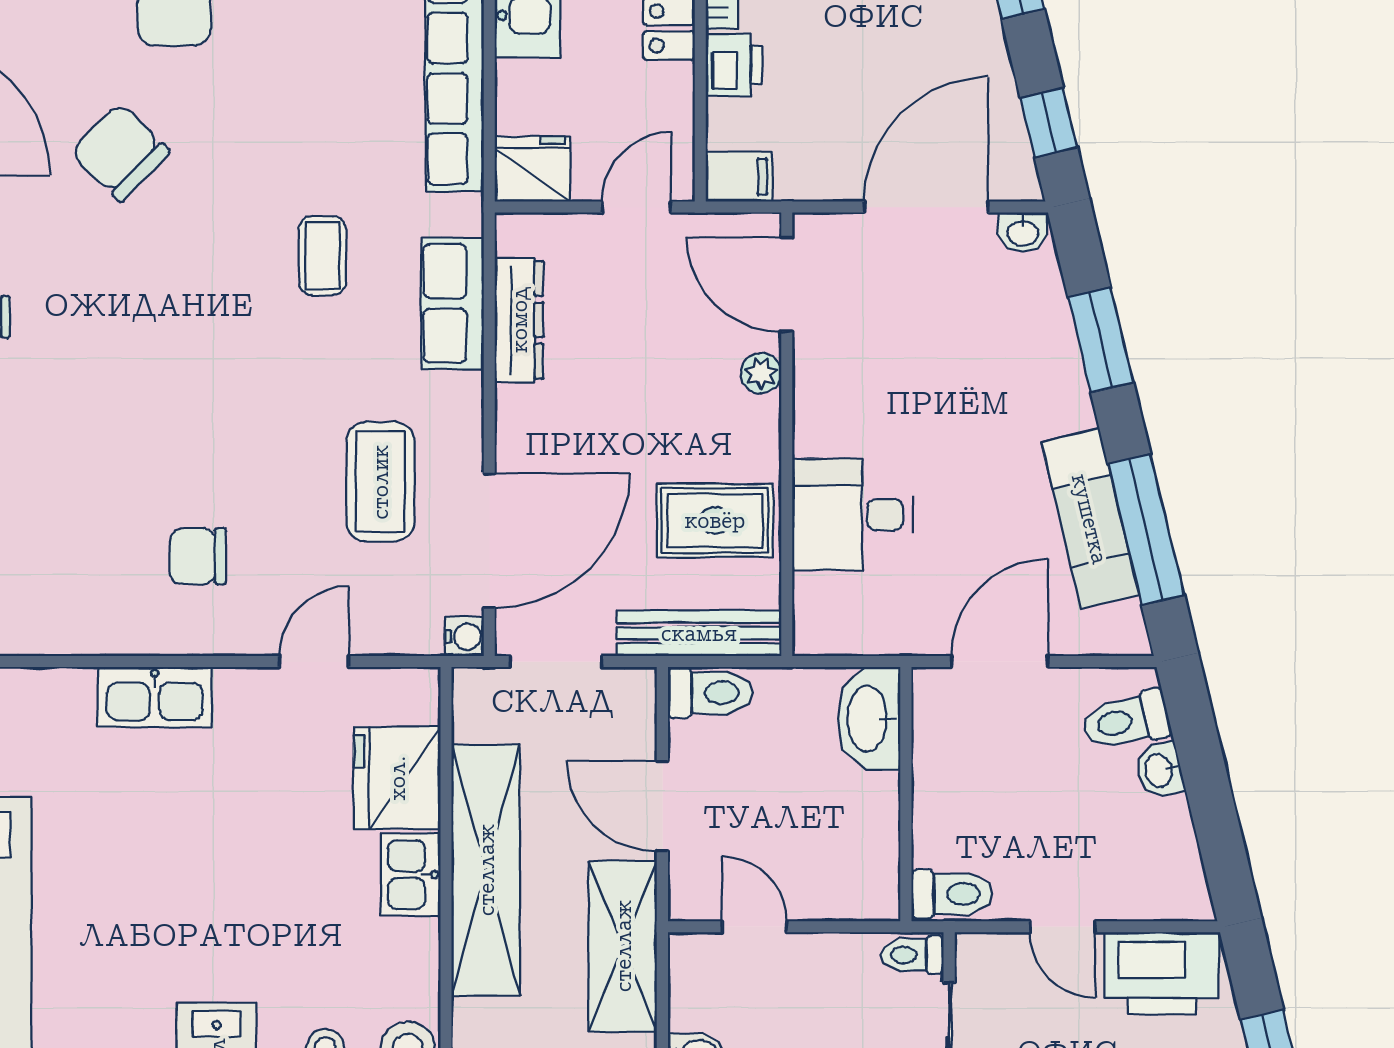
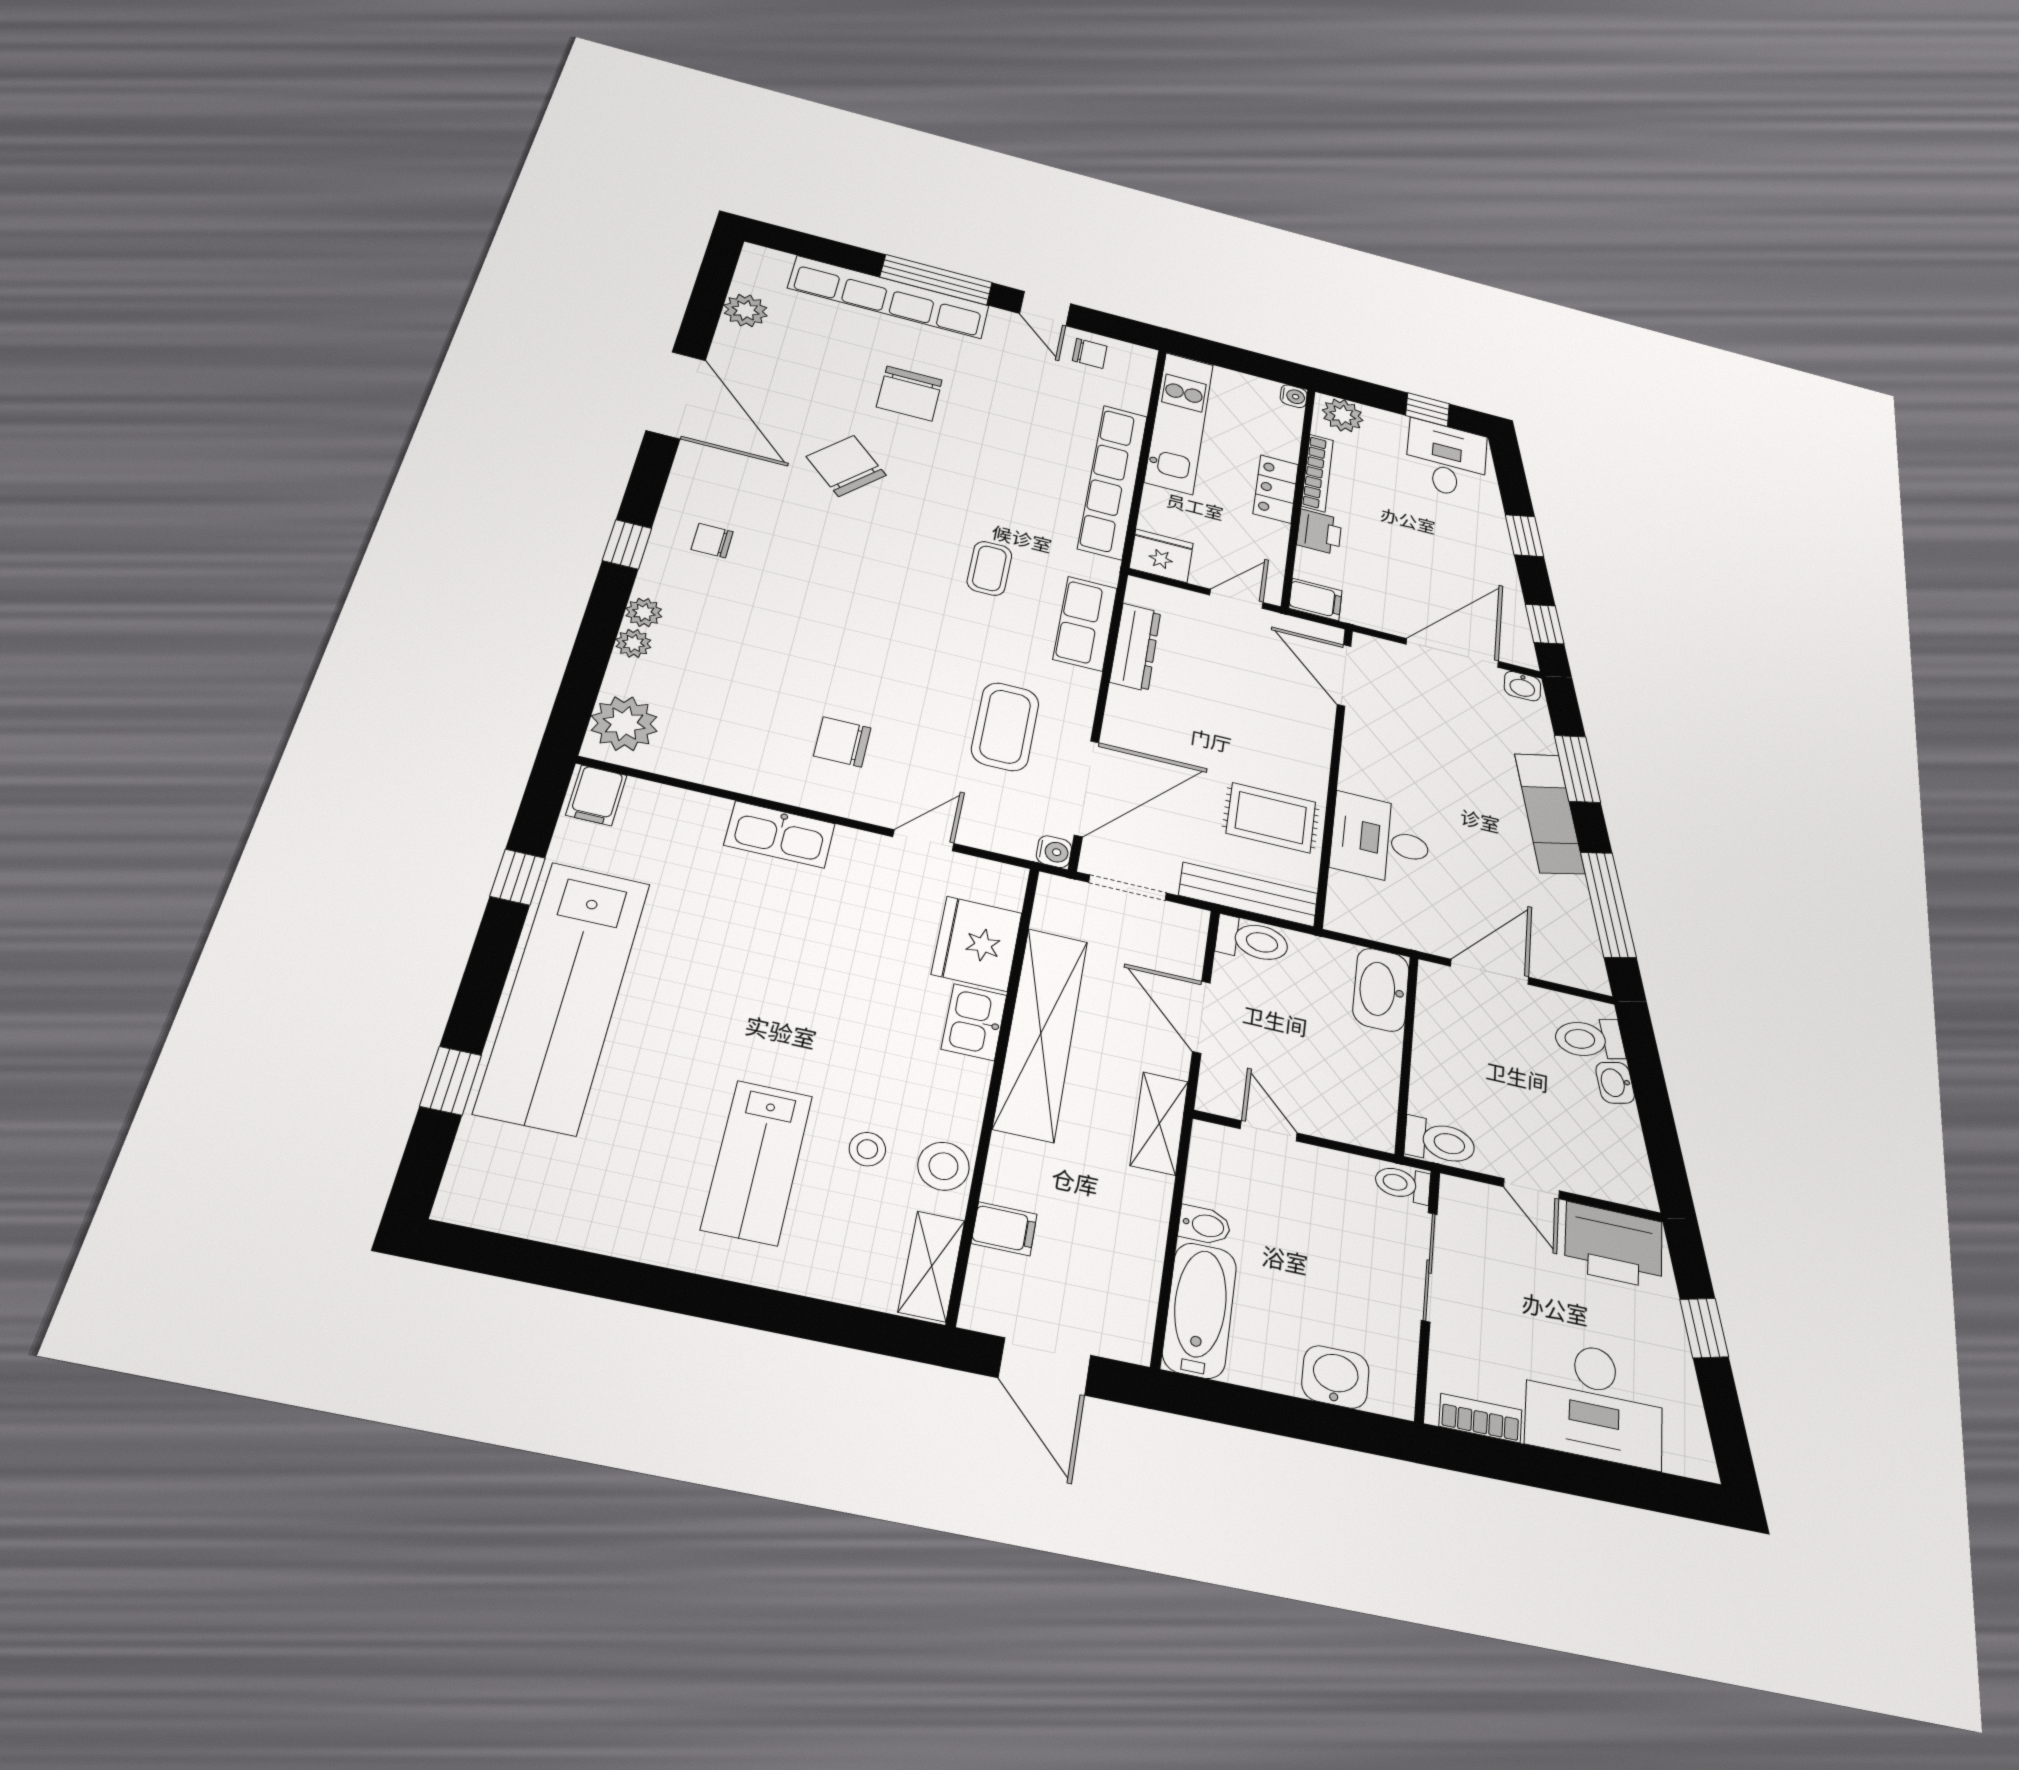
plant: (761, 373) -> (1318, 727), removed
exam couch: (1090, 519) -> (1549, 813), moved
shelving: (623, 946) -> (1159, 1123), width x0.67, depth x0.75

